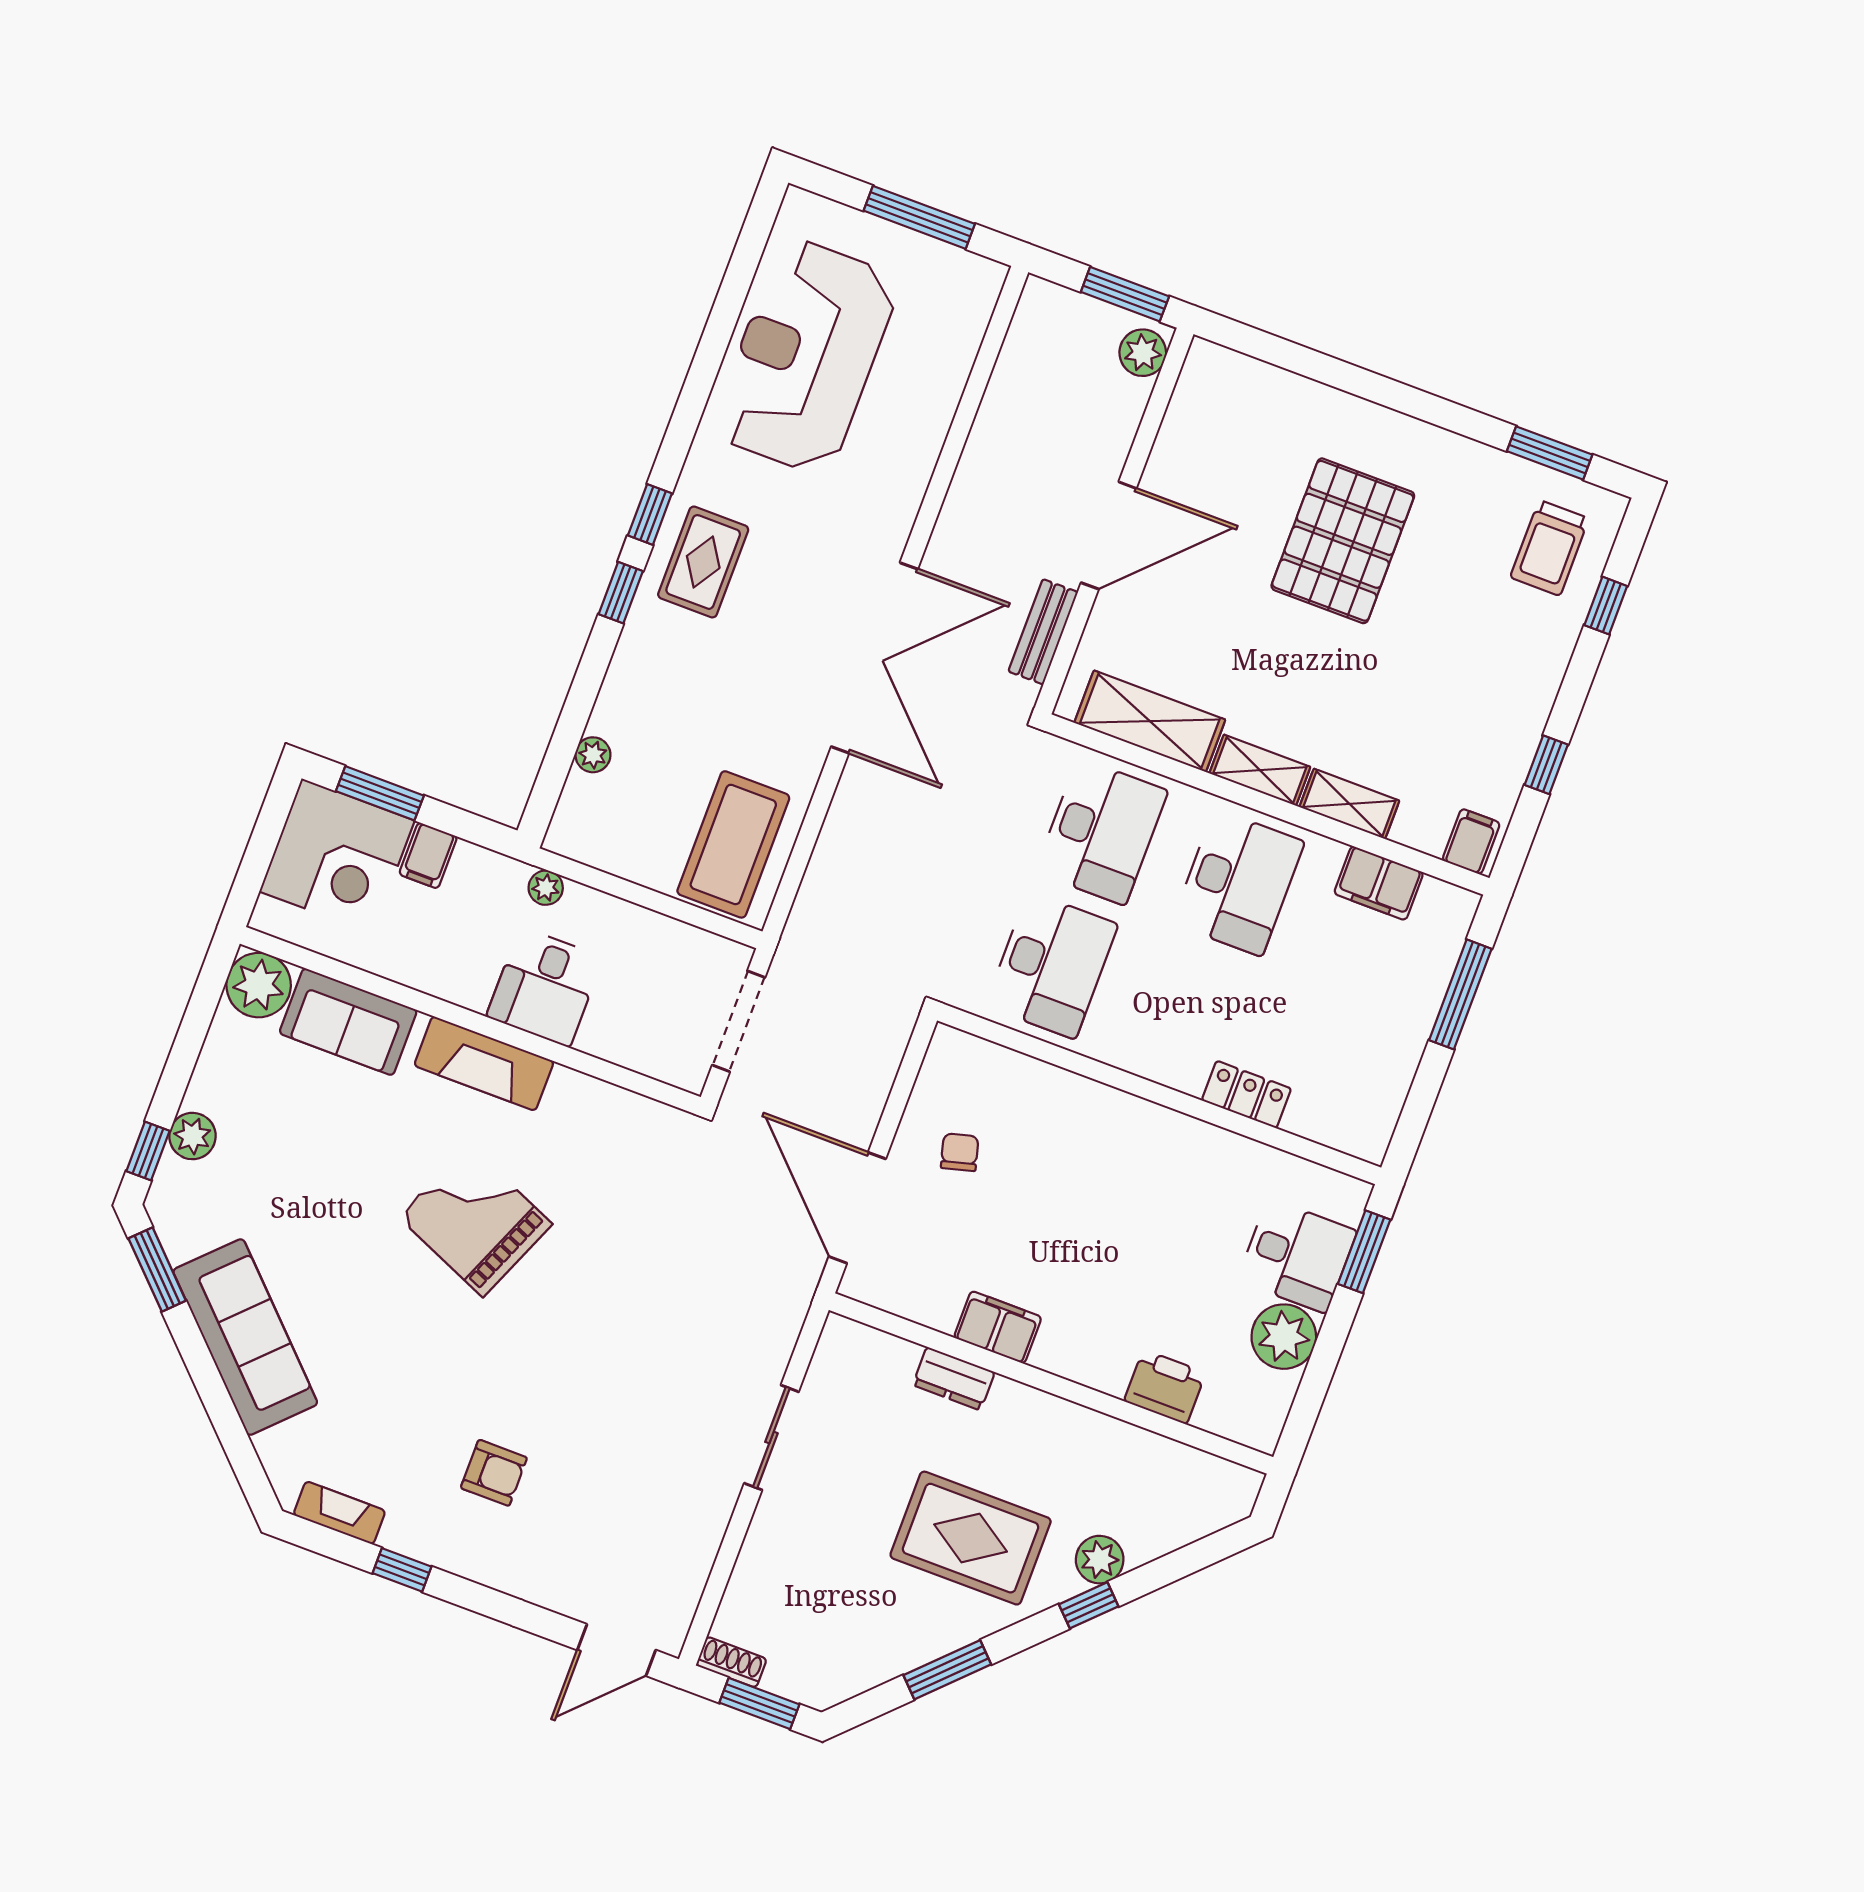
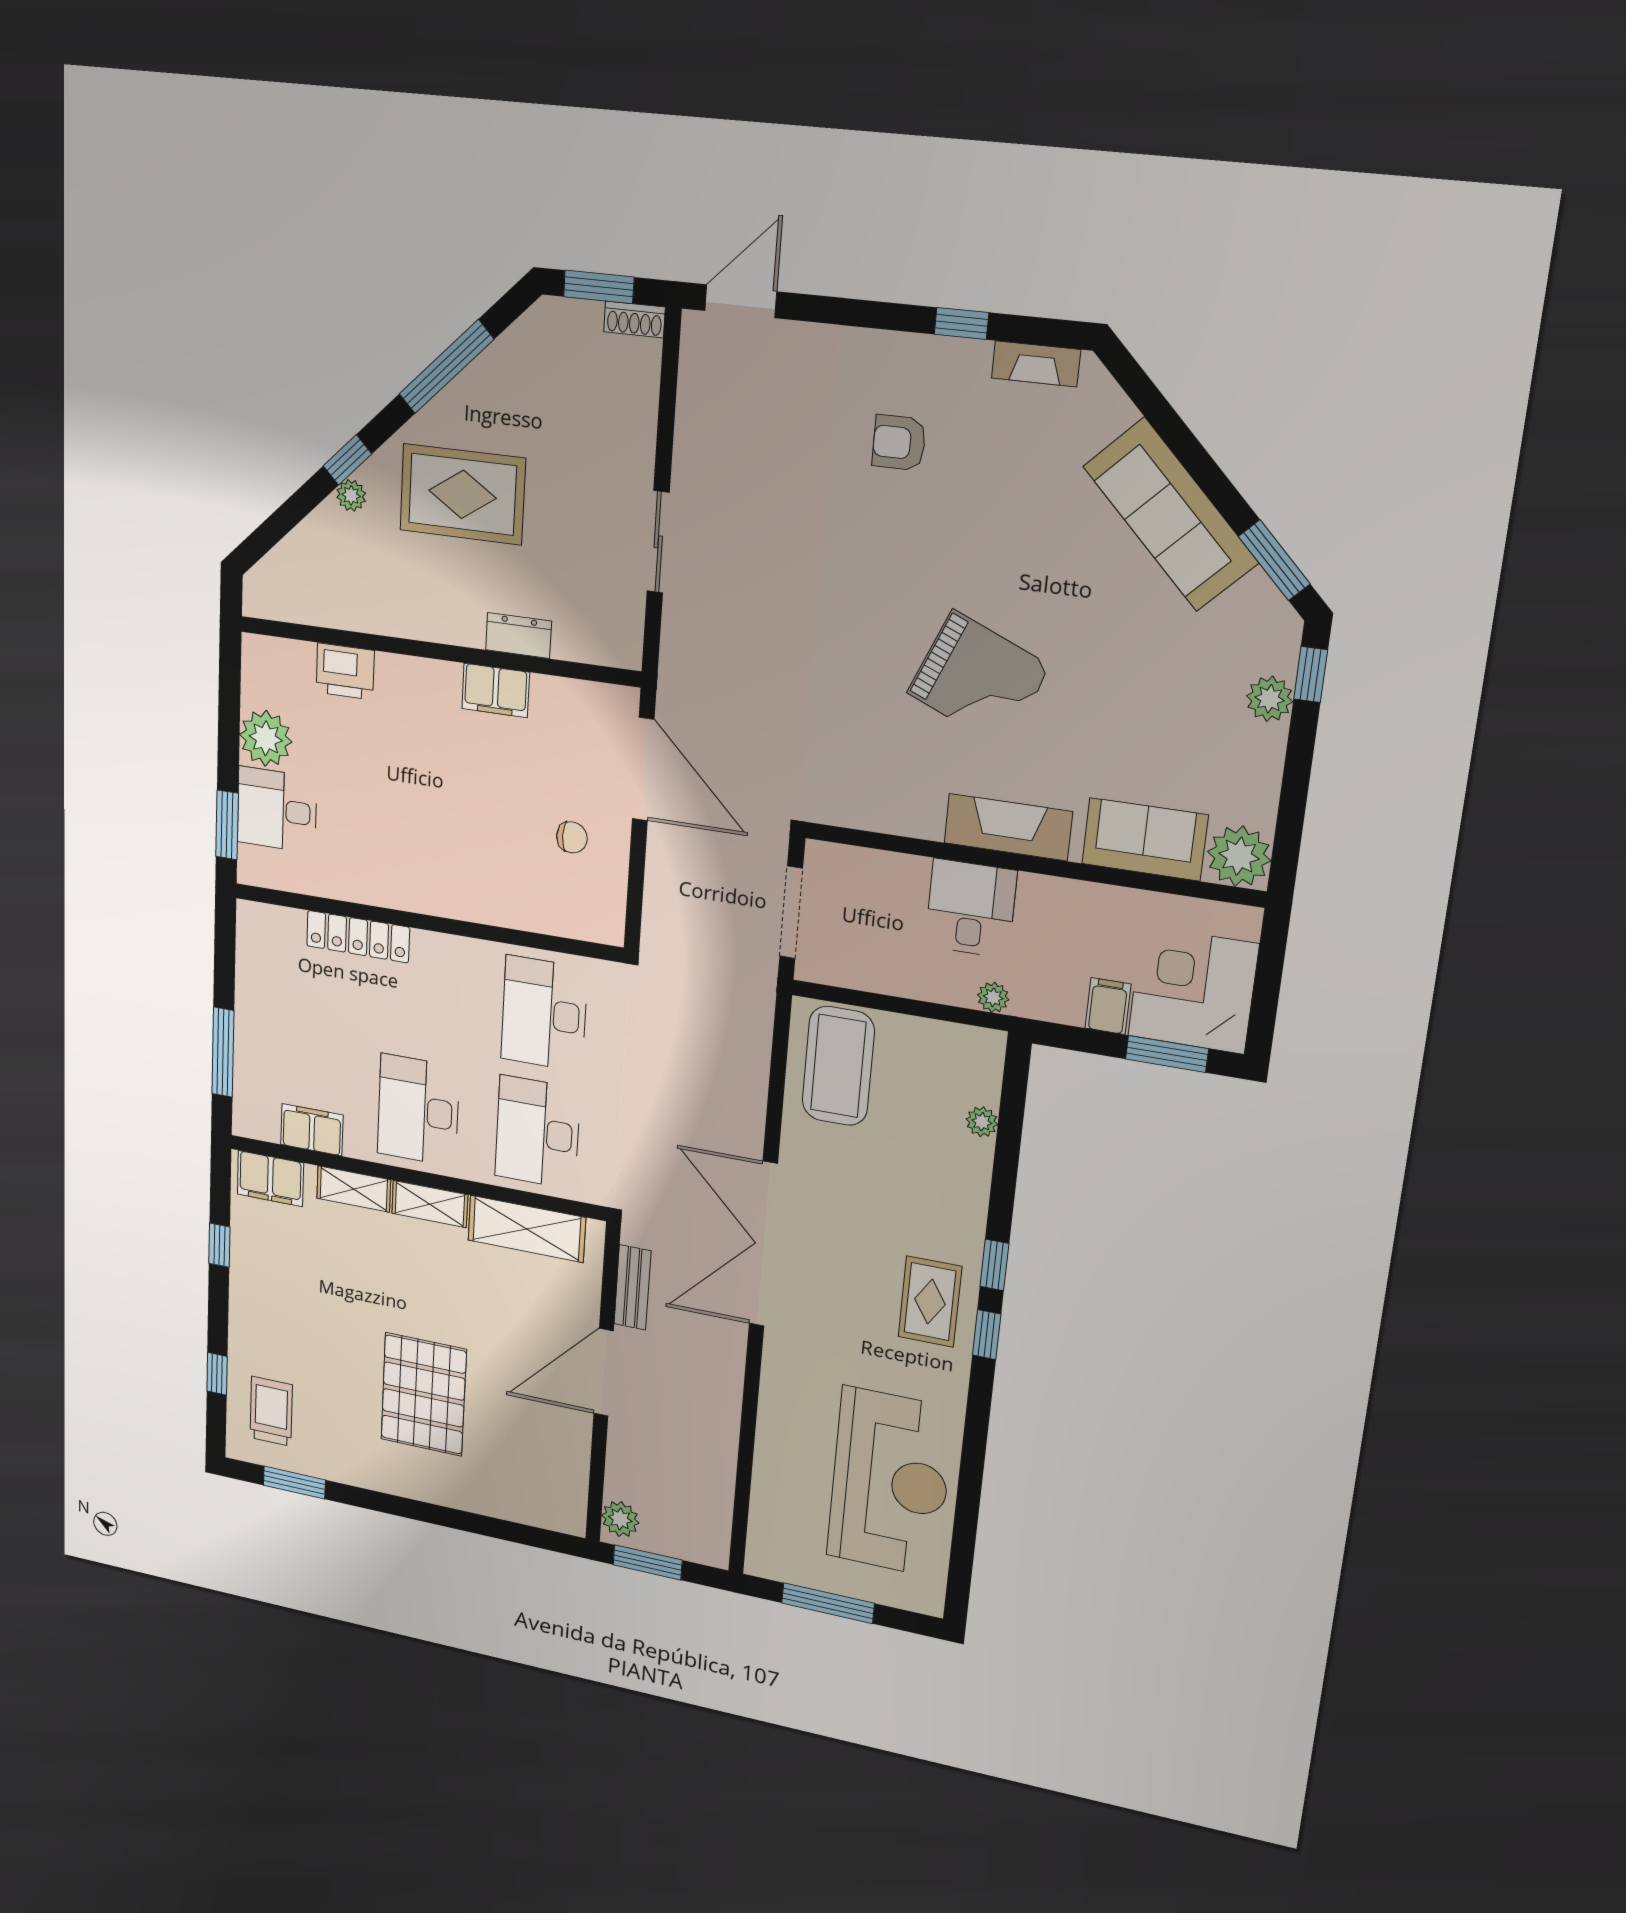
filing cabinet: (1471, 842) -> (270, 1179), width x2.00
locker: (1246, 1095) -> (358, 937), width x1.53
chair: (960, 1152) -> (572, 837), turned -75
plant: (1100, 1560) -> (351, 495), width x0.73, depth x0.73
window: (947, 1670) -> (446, 367), width x1.44

